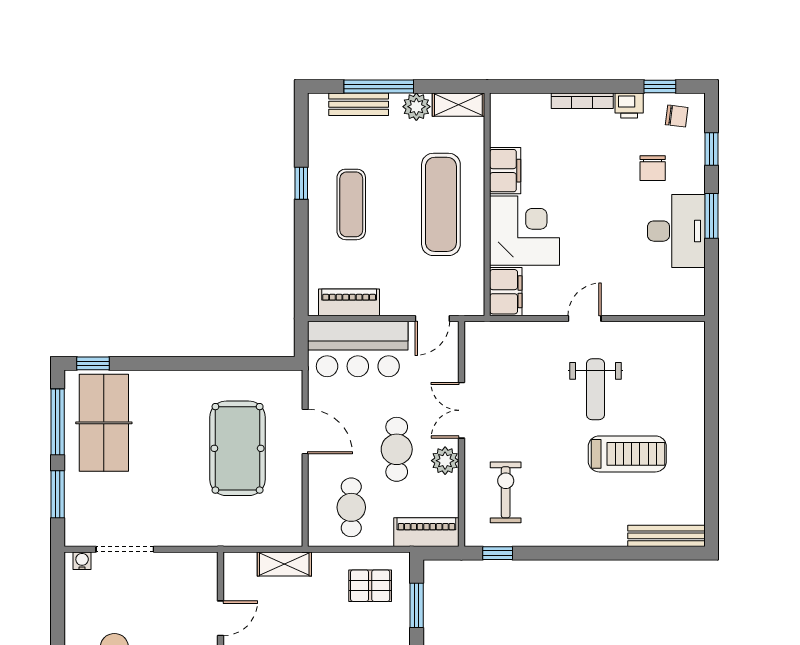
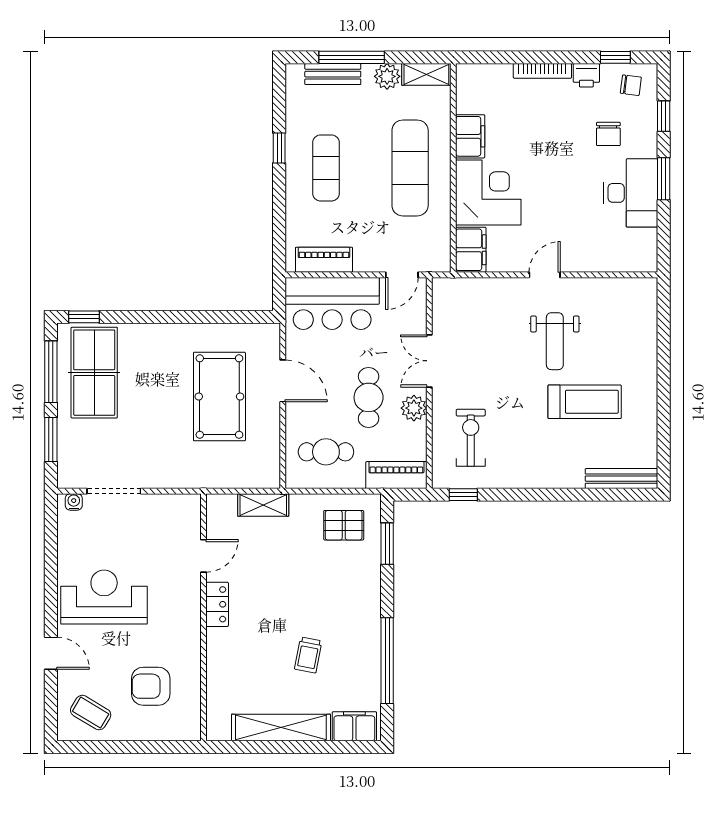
cafe table: (351, 507) -> (326, 452), turned 90

